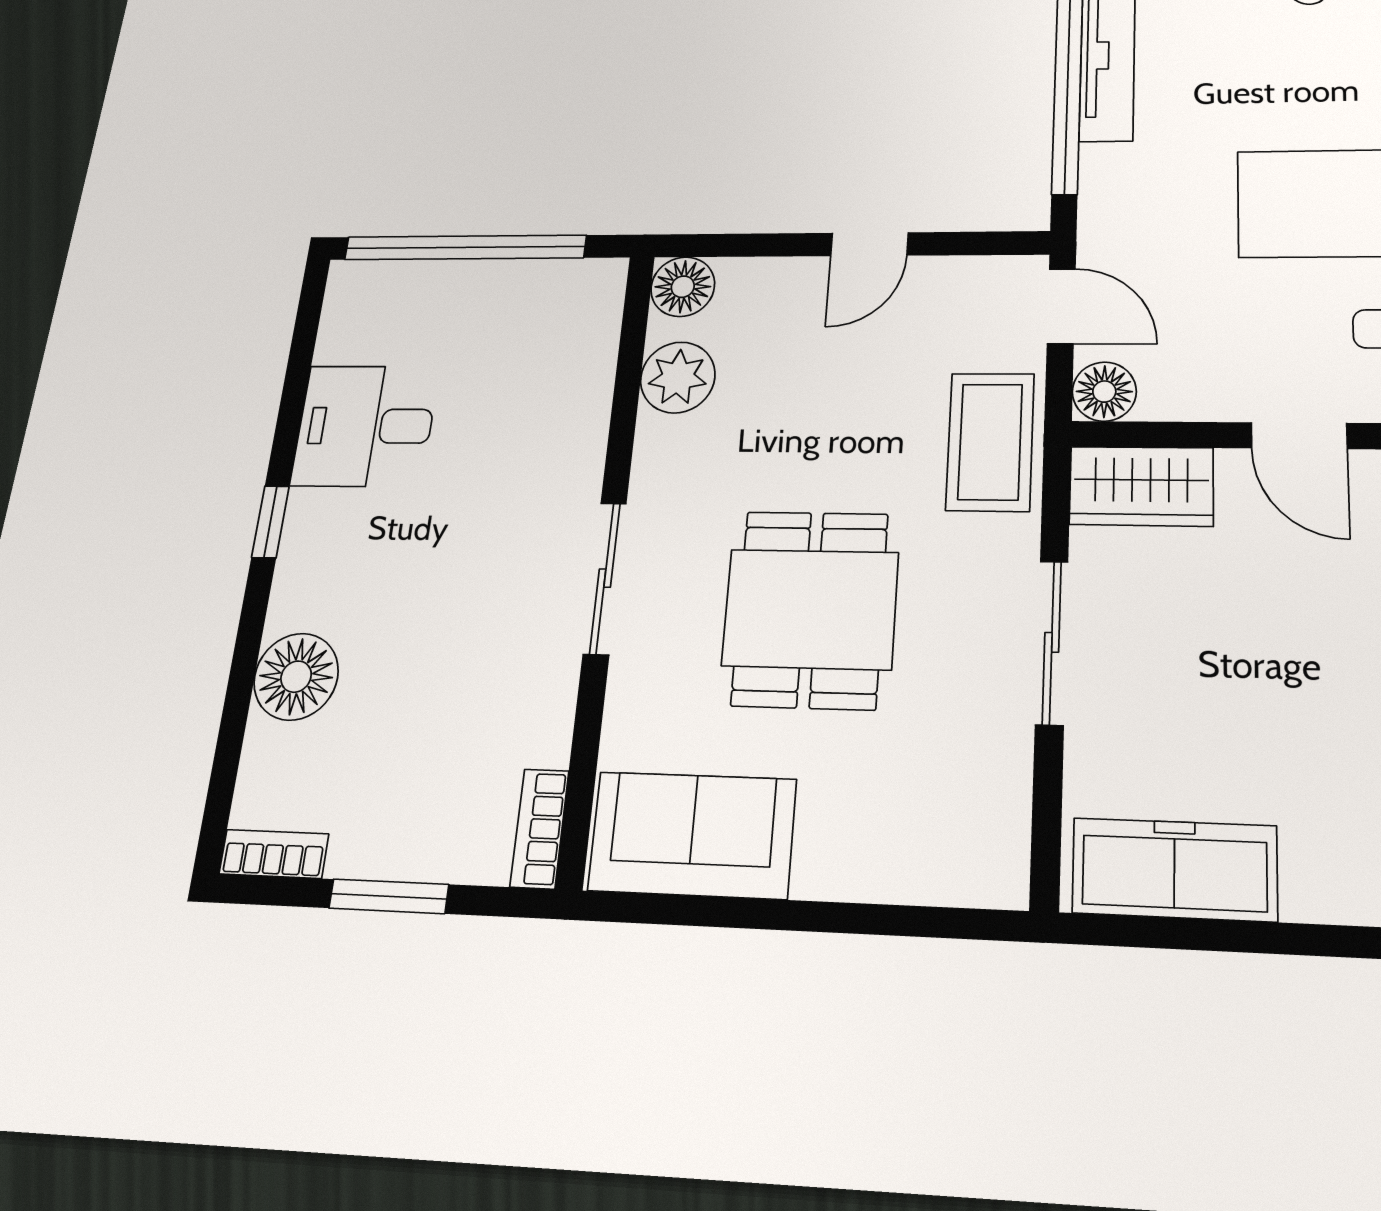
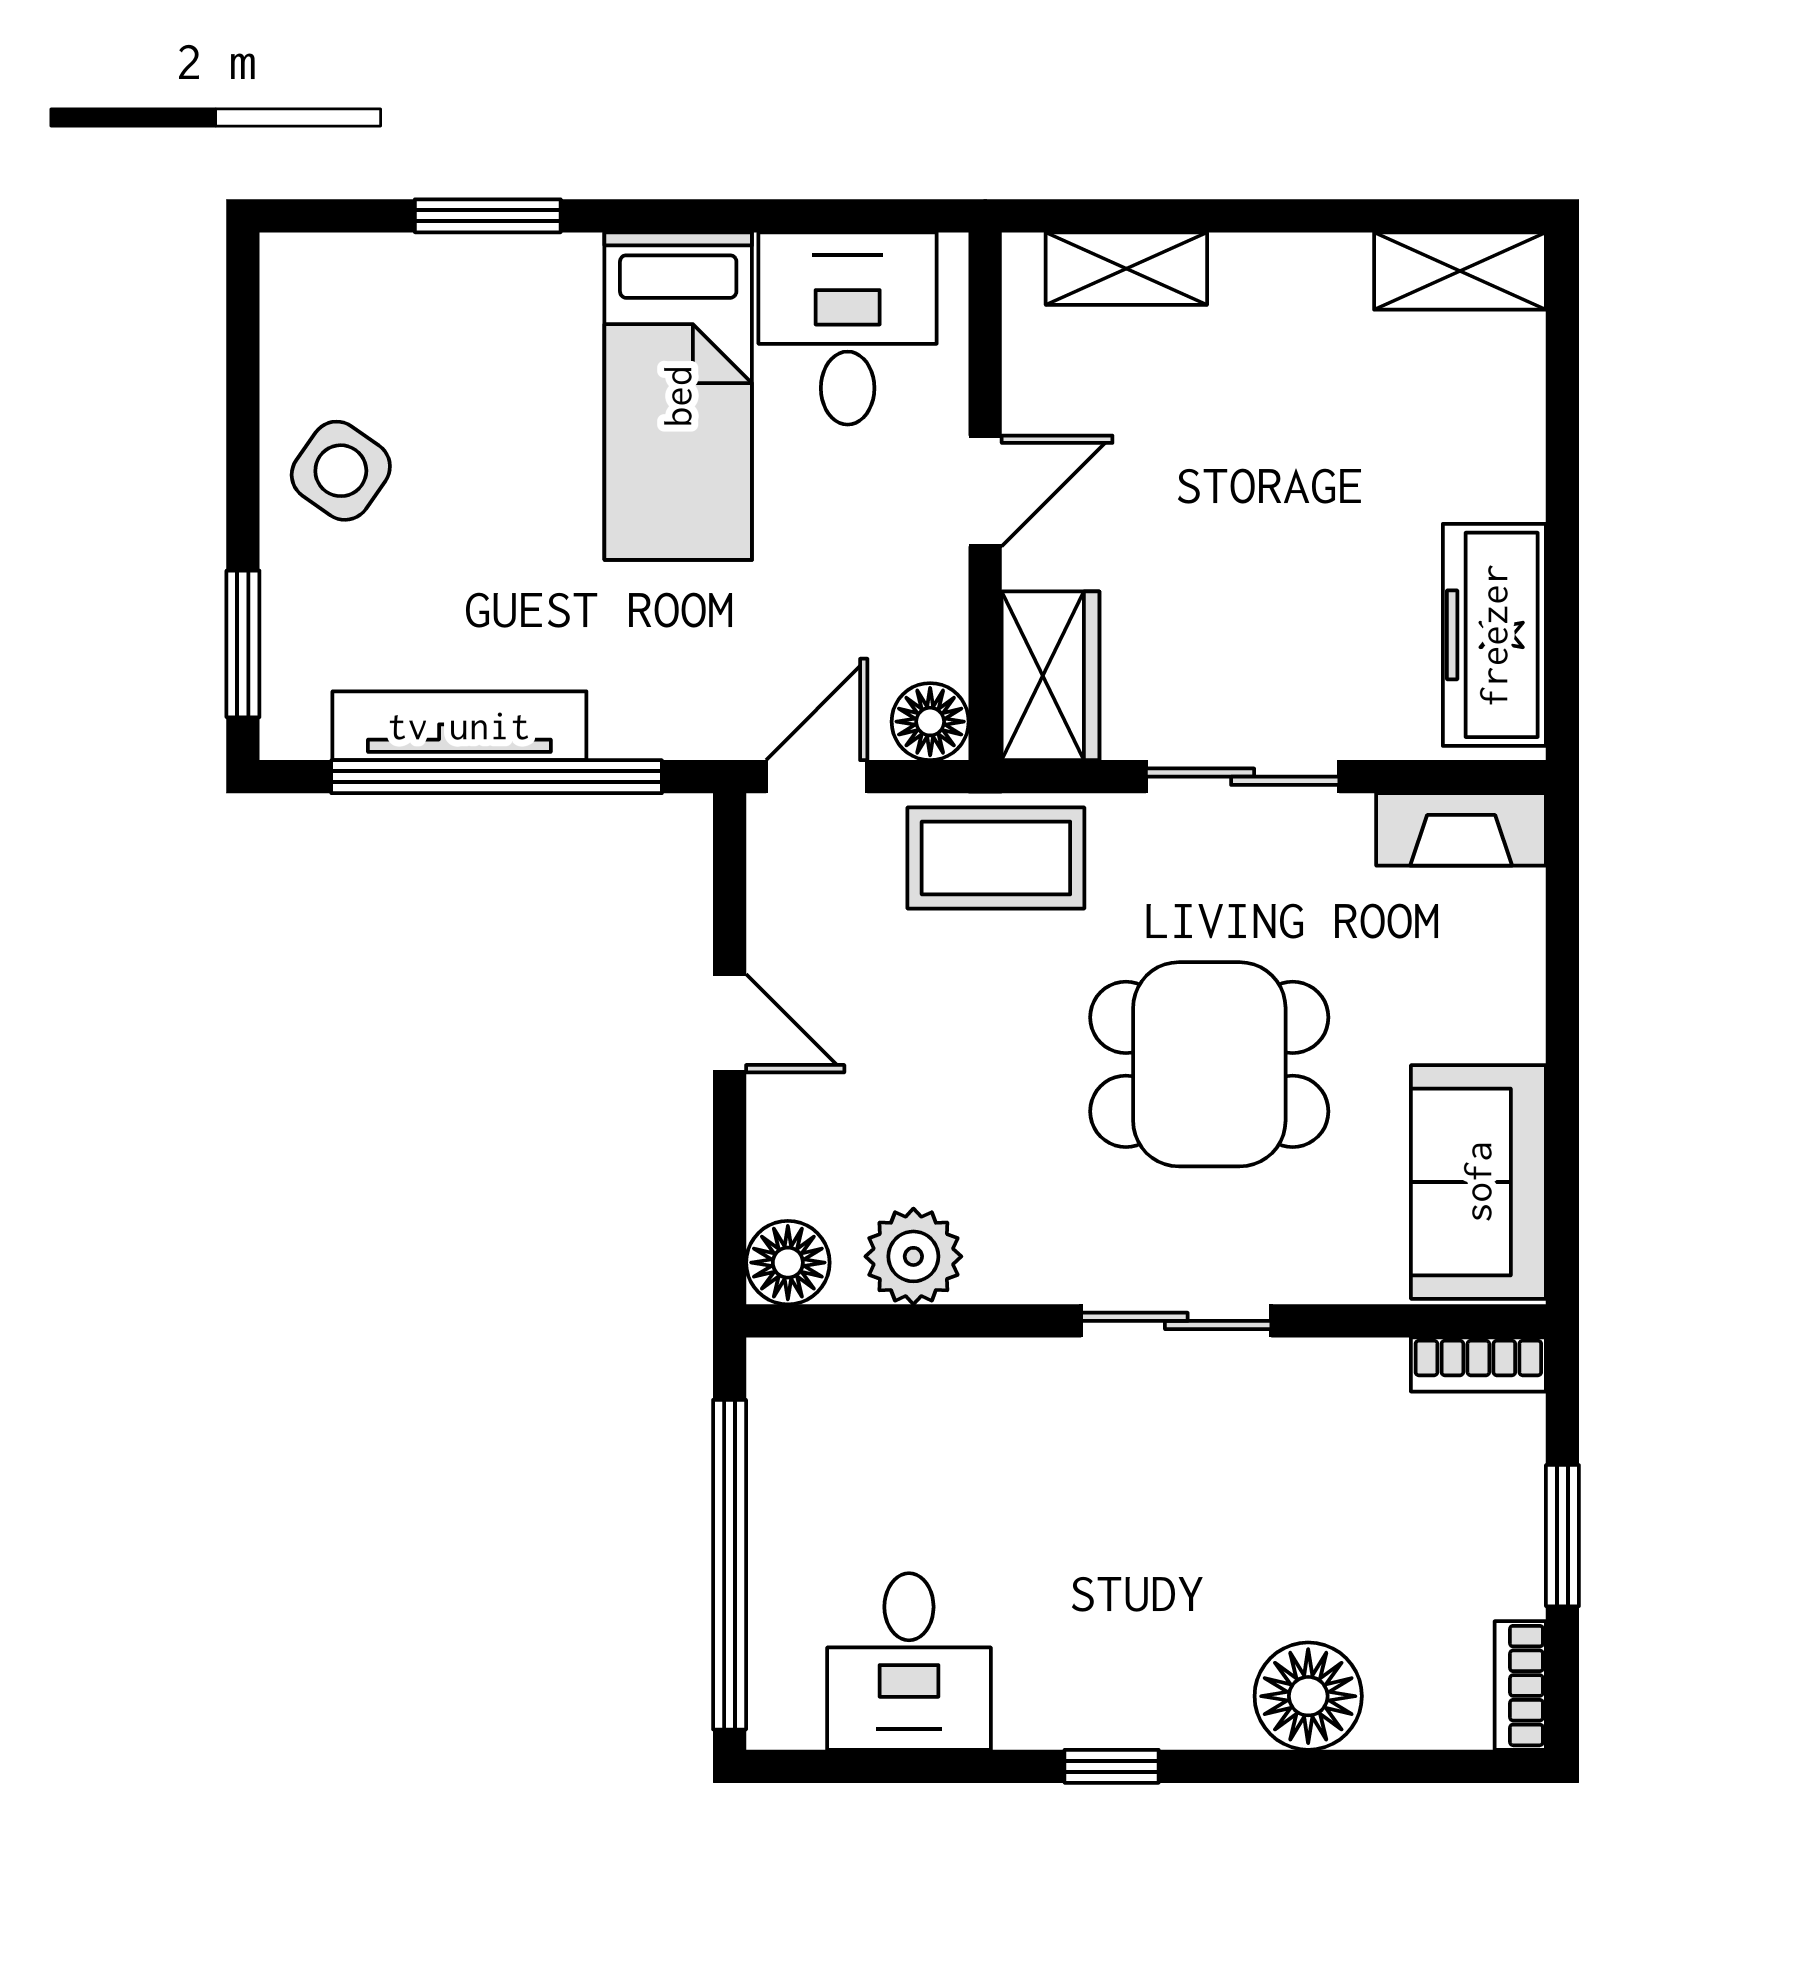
desk: (365, 426) -> (909, 1662), moved
fireplace: (999, 832) -> (1461, 829), added

